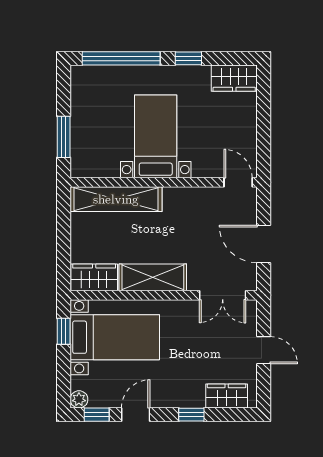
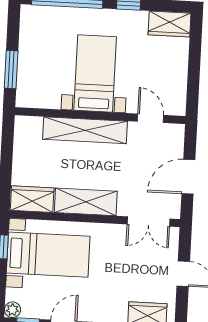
door: (238, 182) -> (151, 118), moved
shelving: (116, 199) -> (85, 130), moved
door: (264, 244) -> (188, 177), hinge flipped

